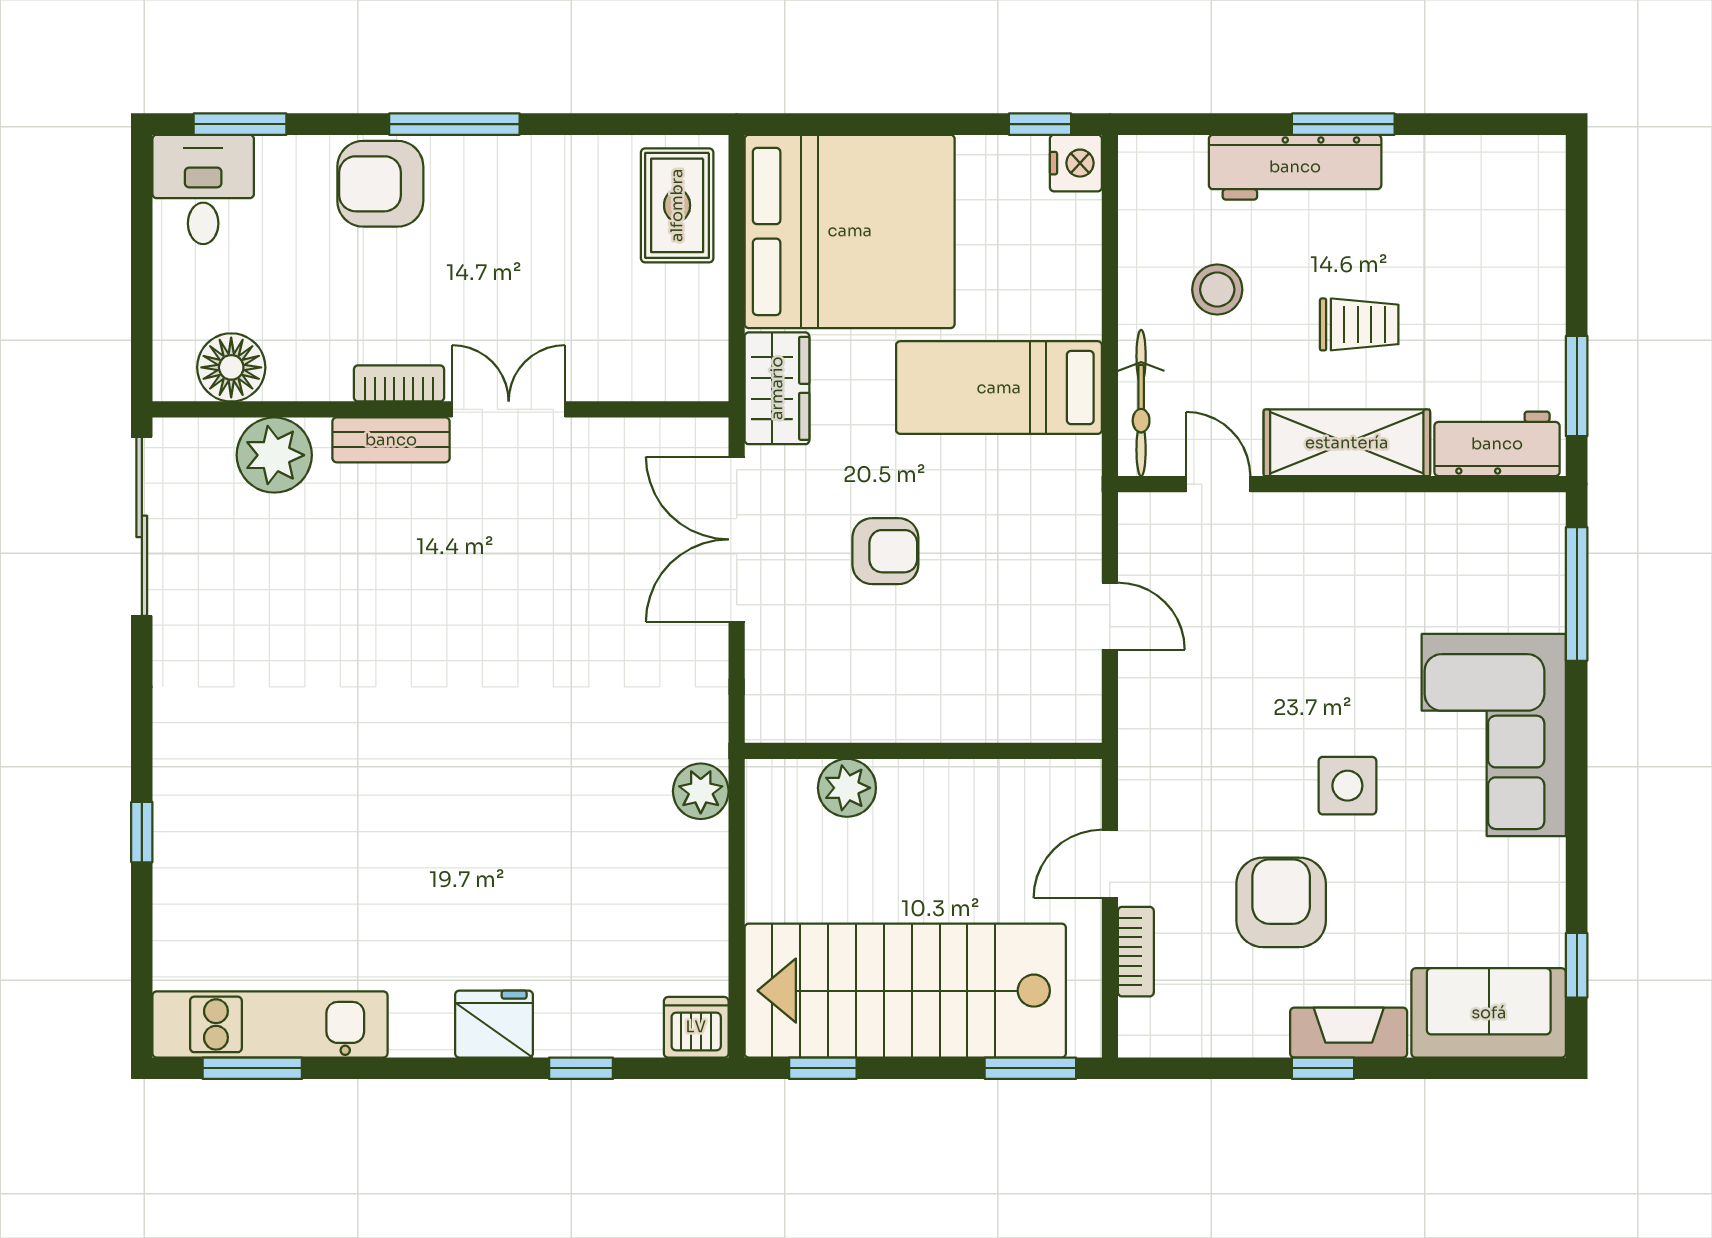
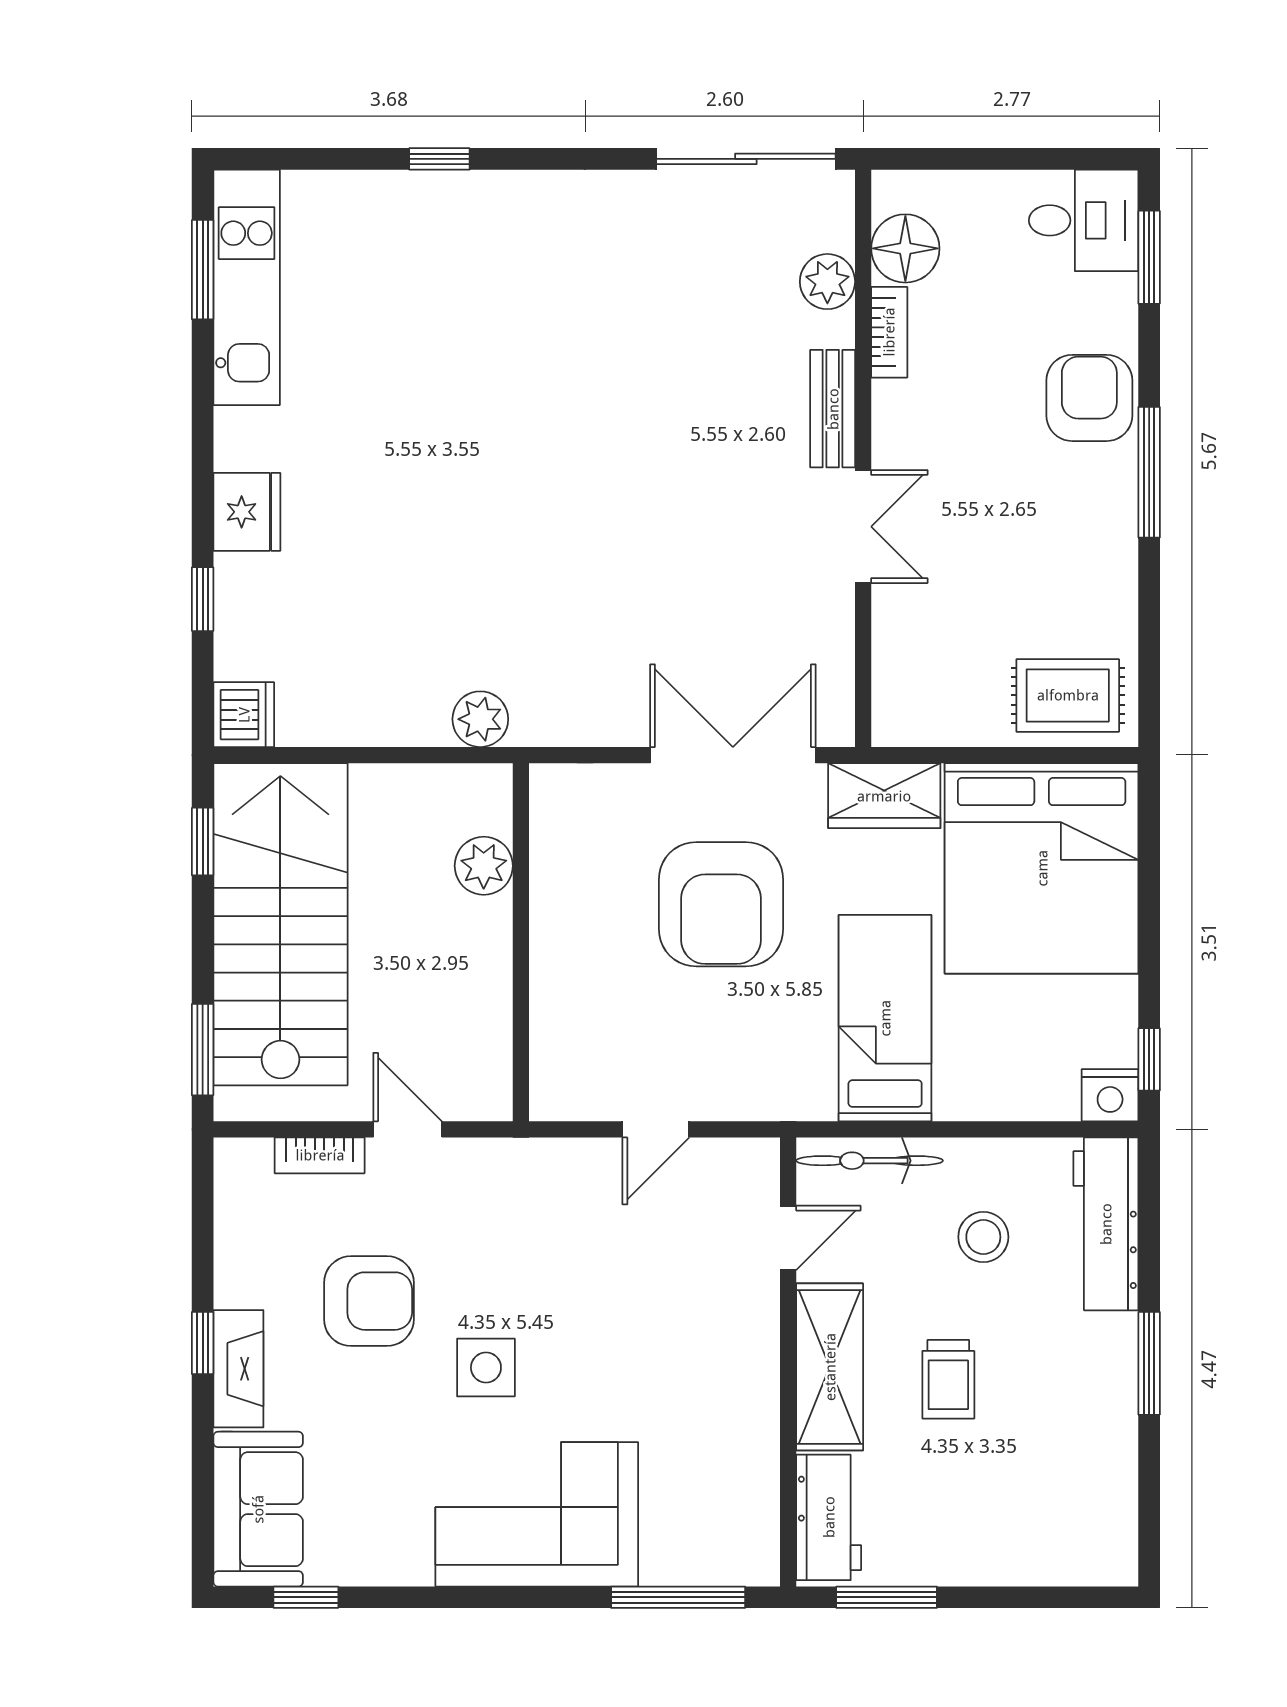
workbench: (1295, 167) -> (1106, 1224), moved
bookcase: (399, 383) -> (889, 332), moved
plant: (274, 455) -> (827, 282), width x0.73, depth x0.73
armchair: (885, 551) -> (721, 904), width x1.88, depth x1.88

